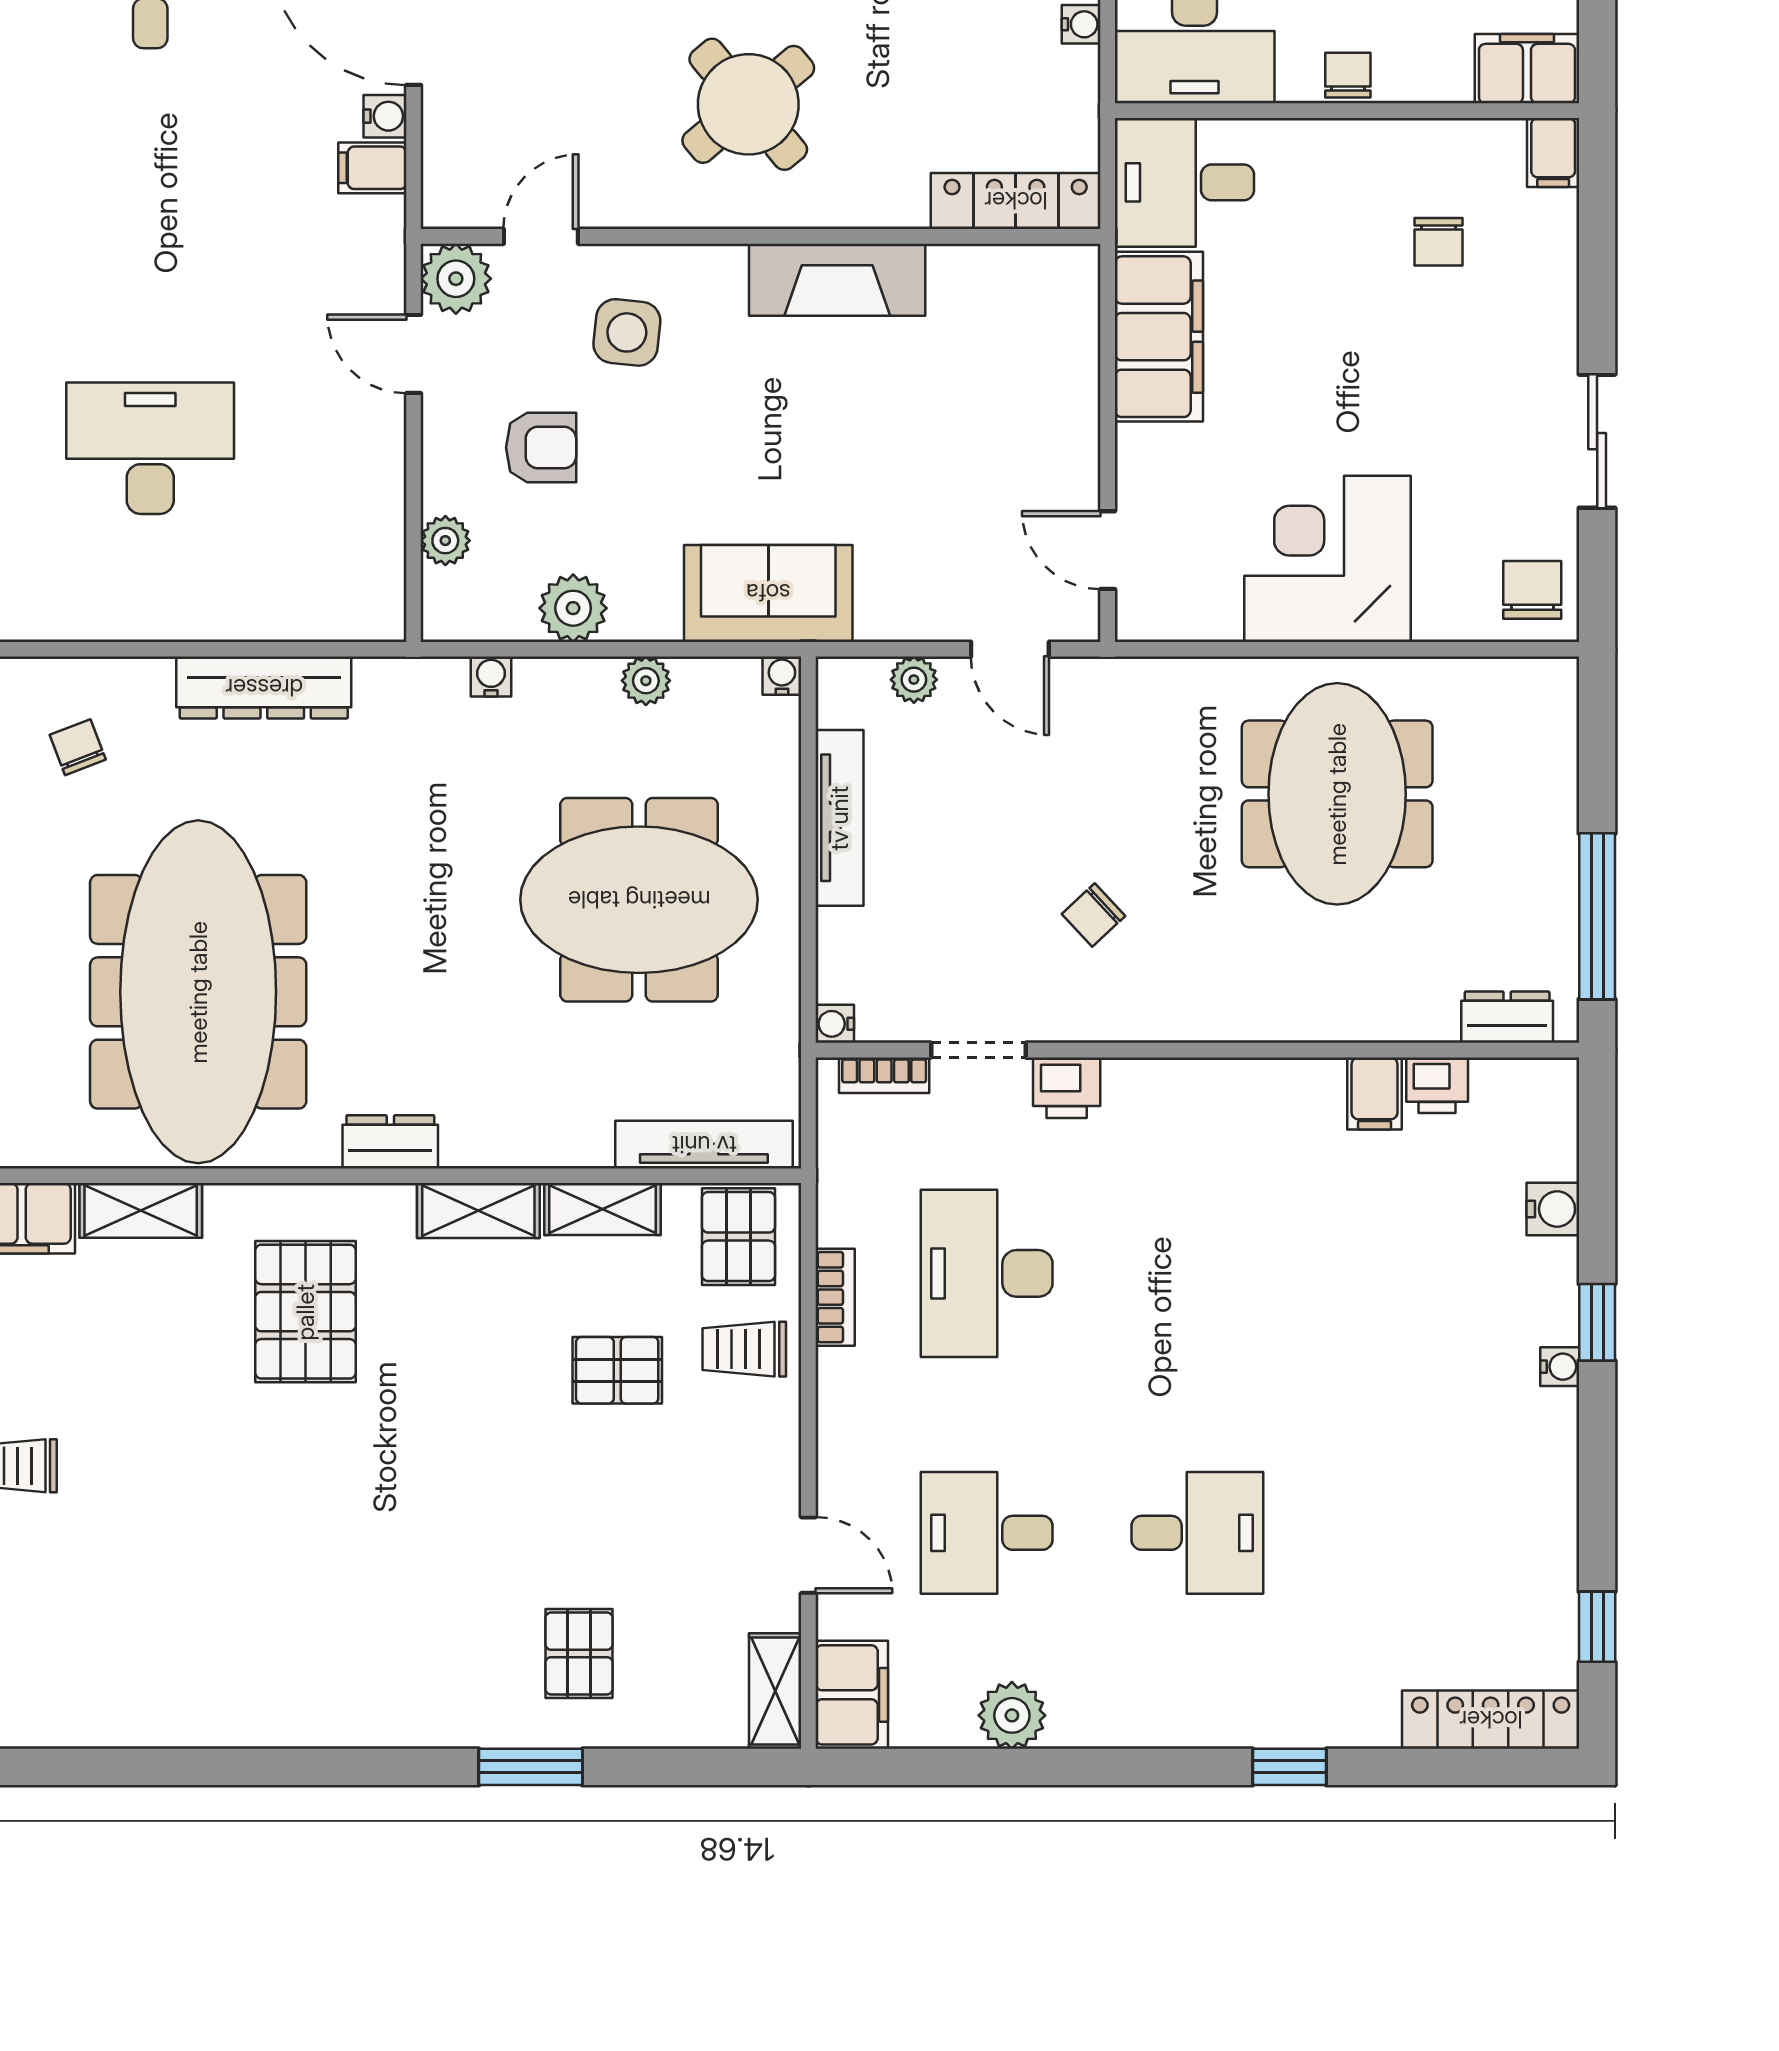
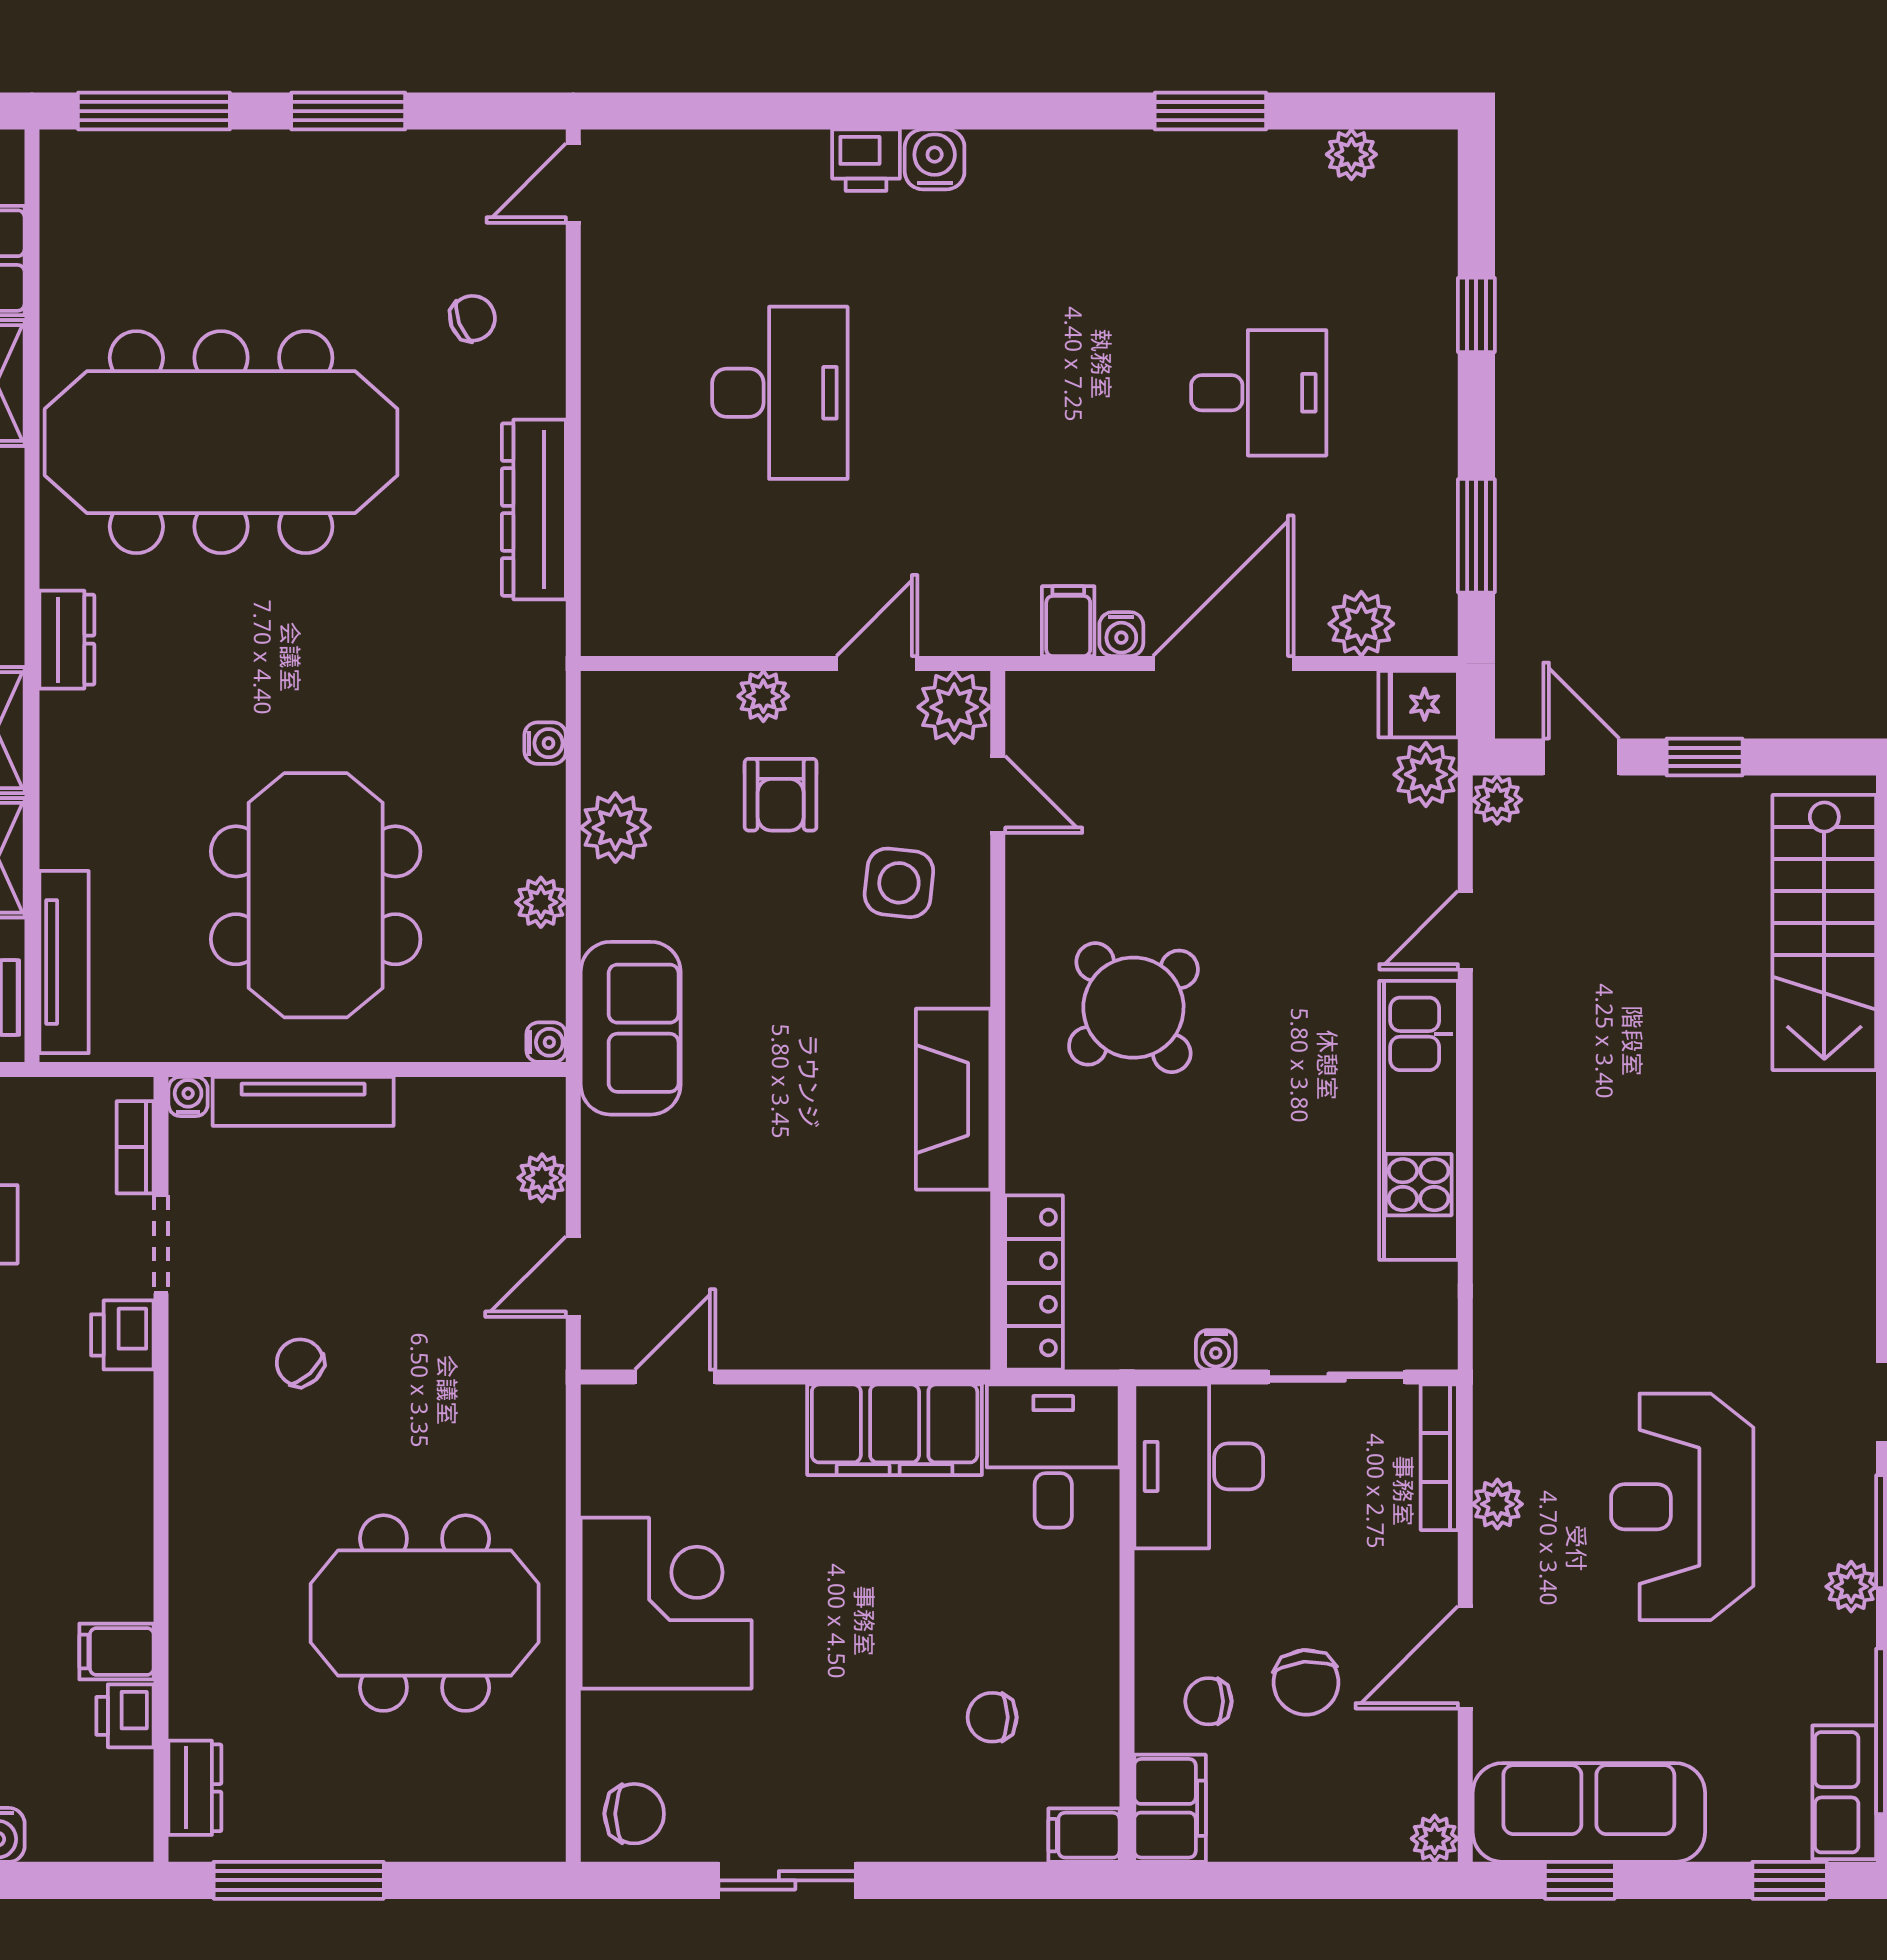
chair: (1348, 75) -> (1208, 1701), moved, turned 180
plant: (445, 541) -> (763, 696), moved
tv unit: (839, 818) -> (303, 1101), moved

